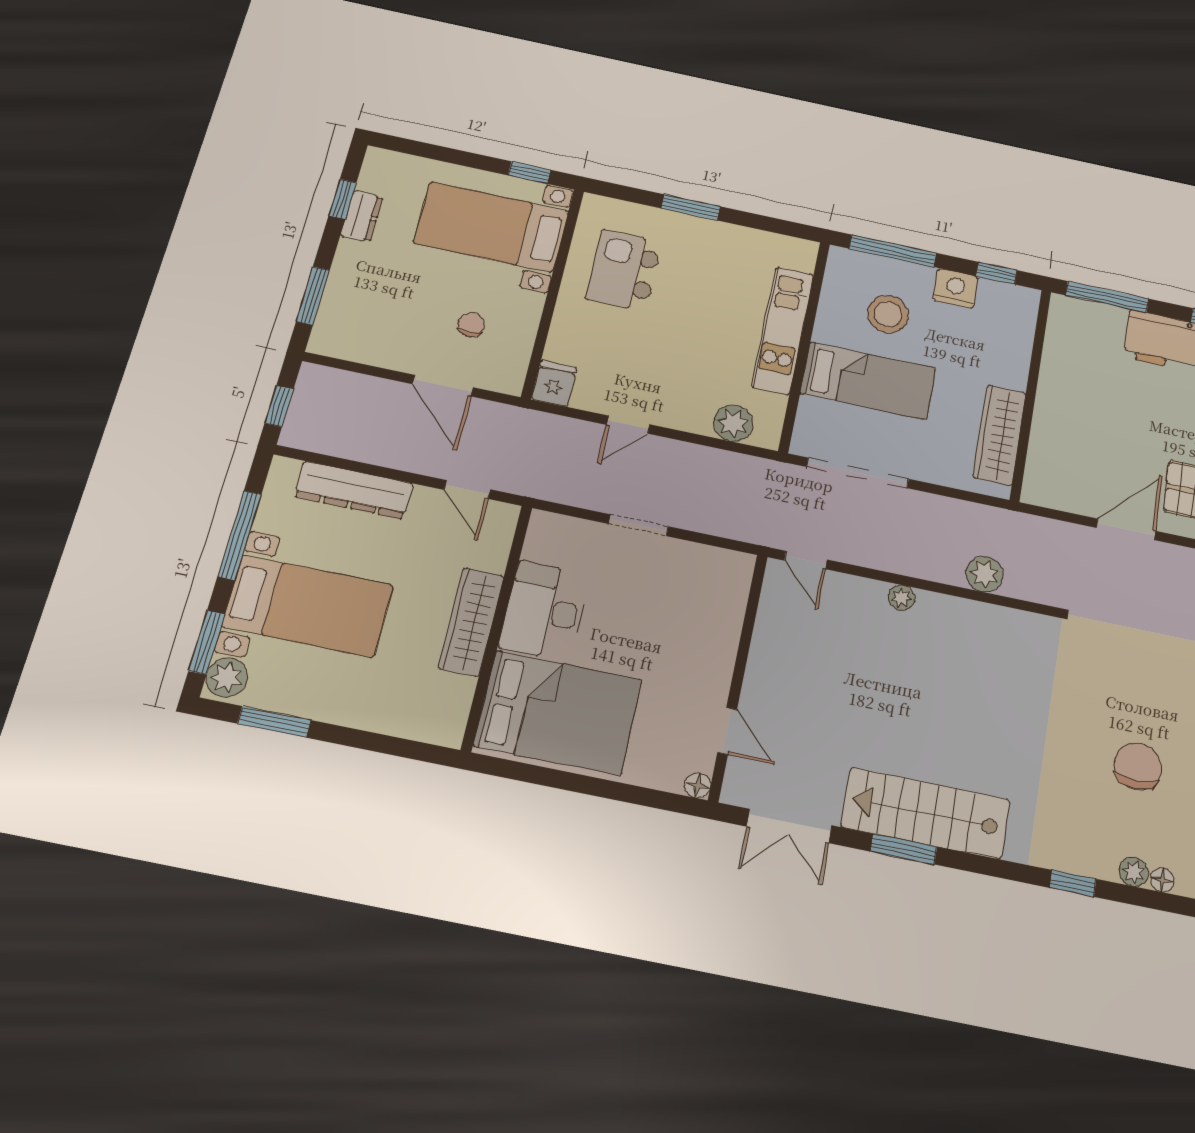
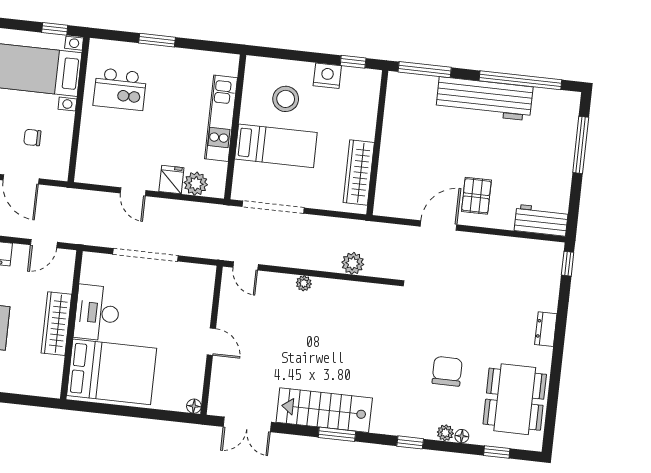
window: (893, 251) -> (286, 54), removed
kitchen island: (624, 270) -> (120, 89), turned -90
chair: (471, 325) -> (32, 138), turned -90
fridge: (554, 383) -> (171, 180), moved
door: (628, 425) -> (133, 192), hinge flipped
door: (467, 490) -> (44, 244), hinge flipped
doorway: (638, 525) -> (145, 255), width x1.87
door: (727, 731) -> (211, 342), moved
window: (904, 849) -> (337, 434), moved

